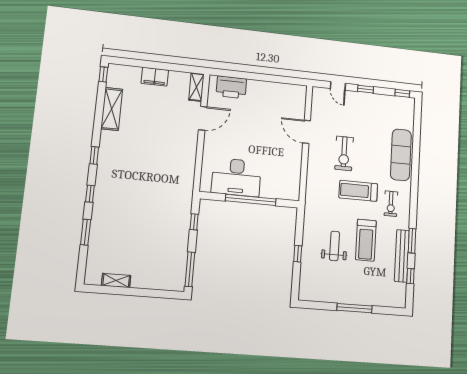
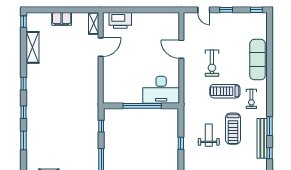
desk: (236, 177) -> (161, 90), moved

